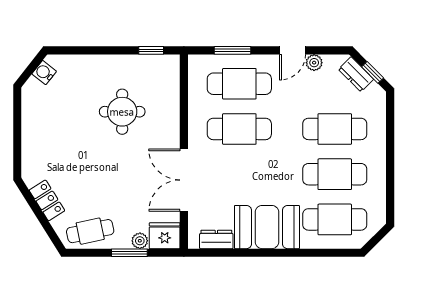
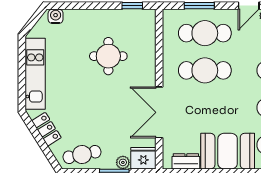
water cooler: (44, 73) -> (56, 16), moved, turned 52
kitchen unit: (33, 133) -> (35, 74), added

